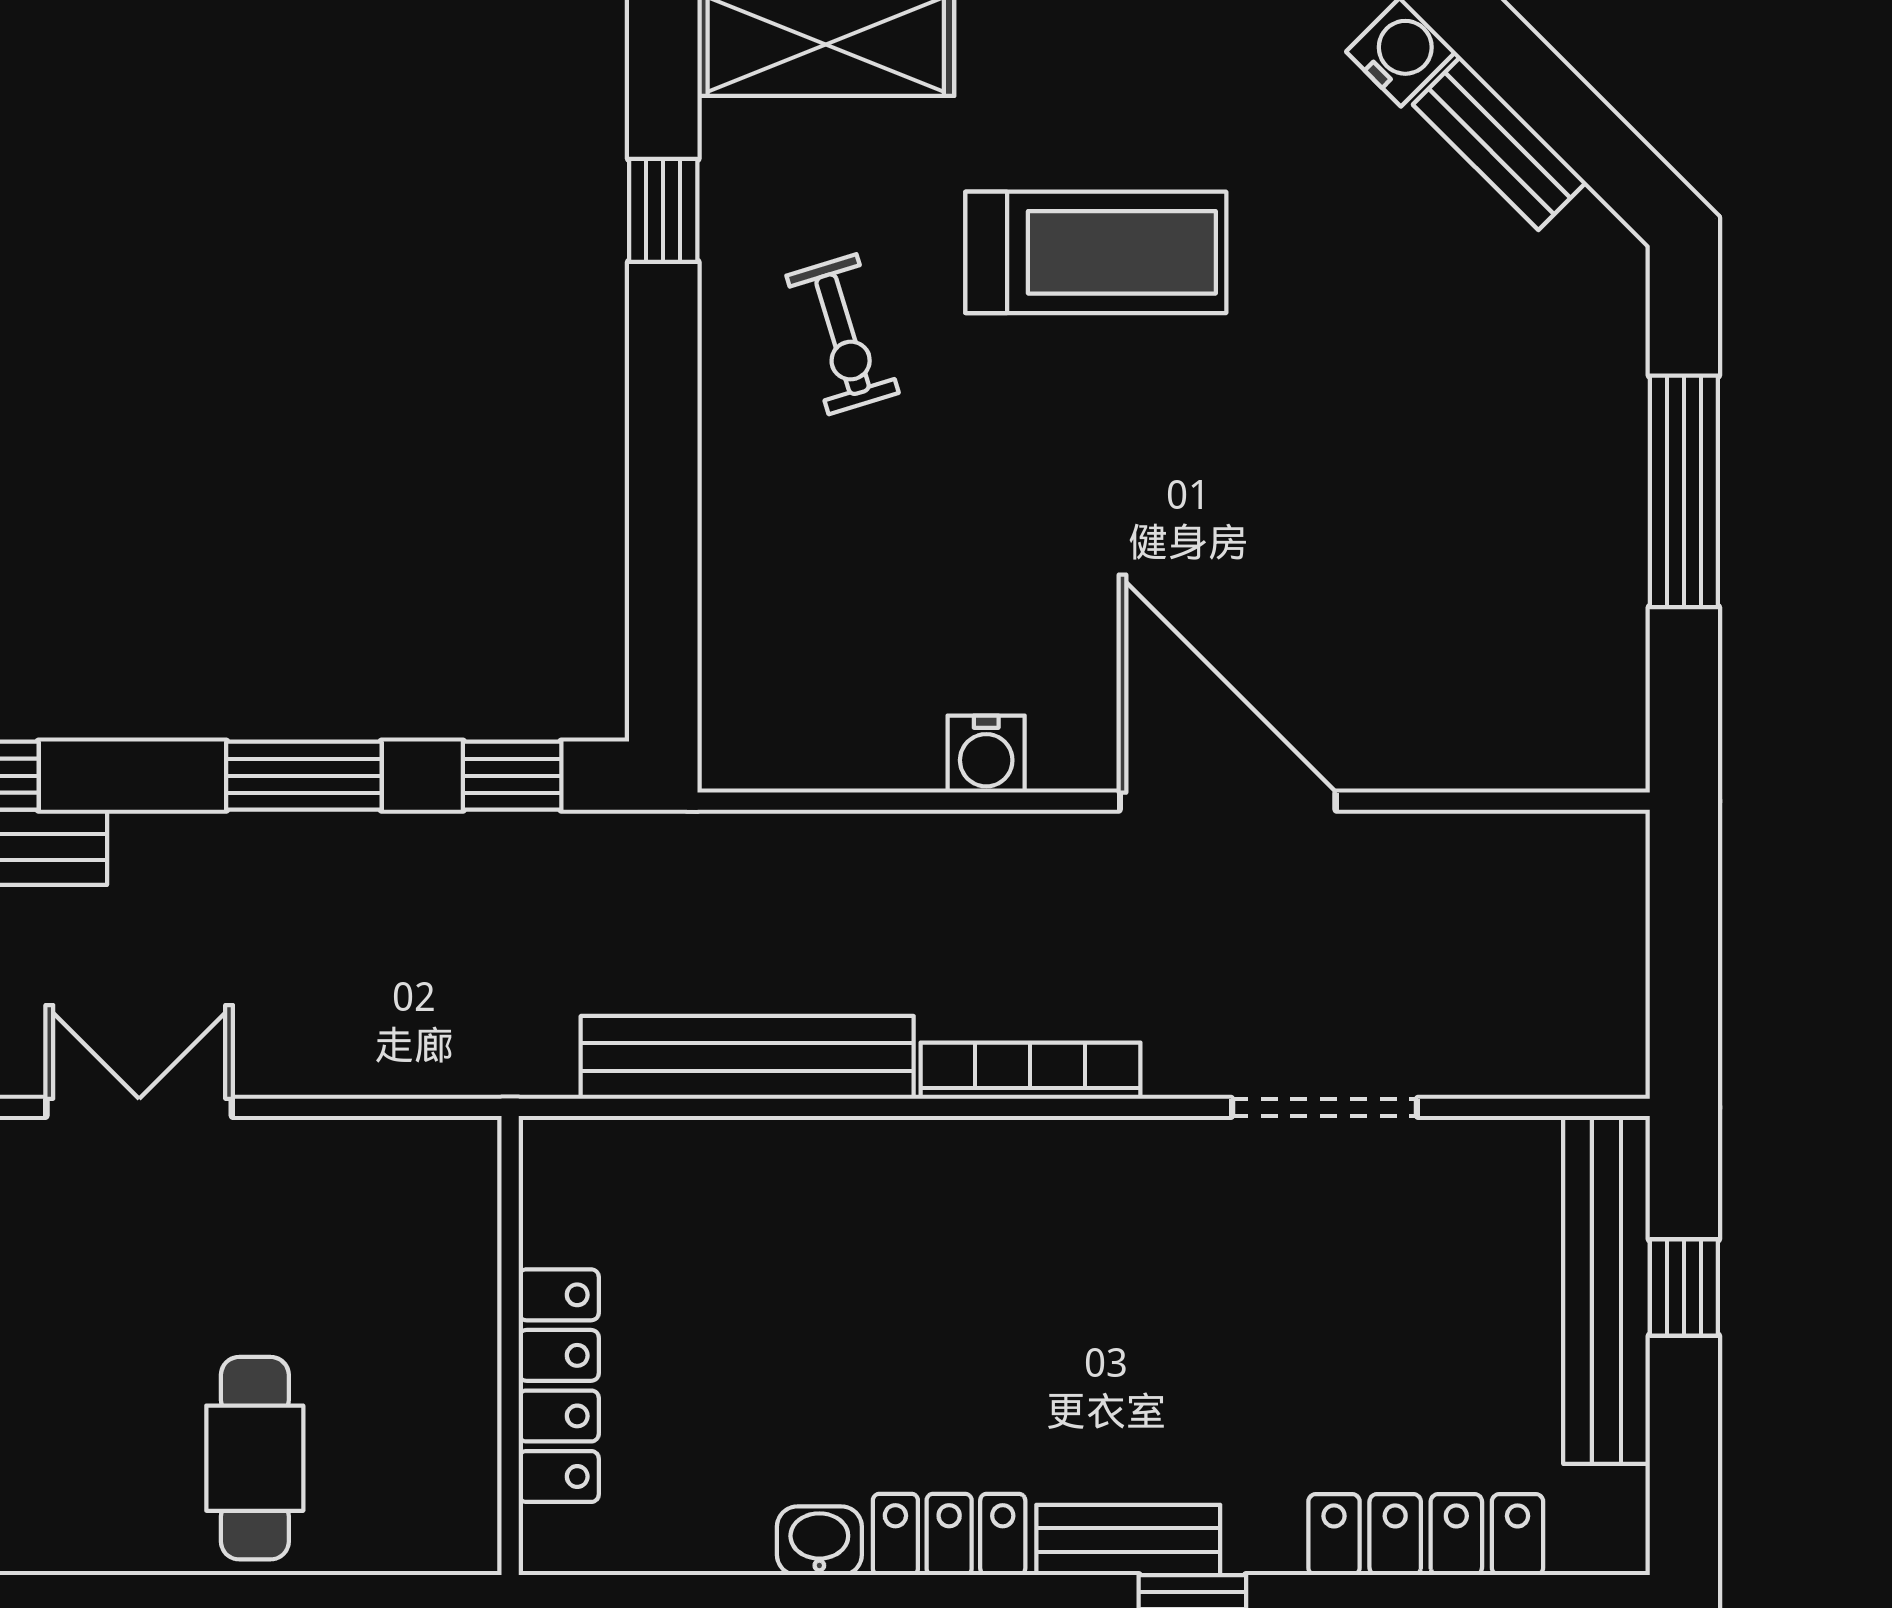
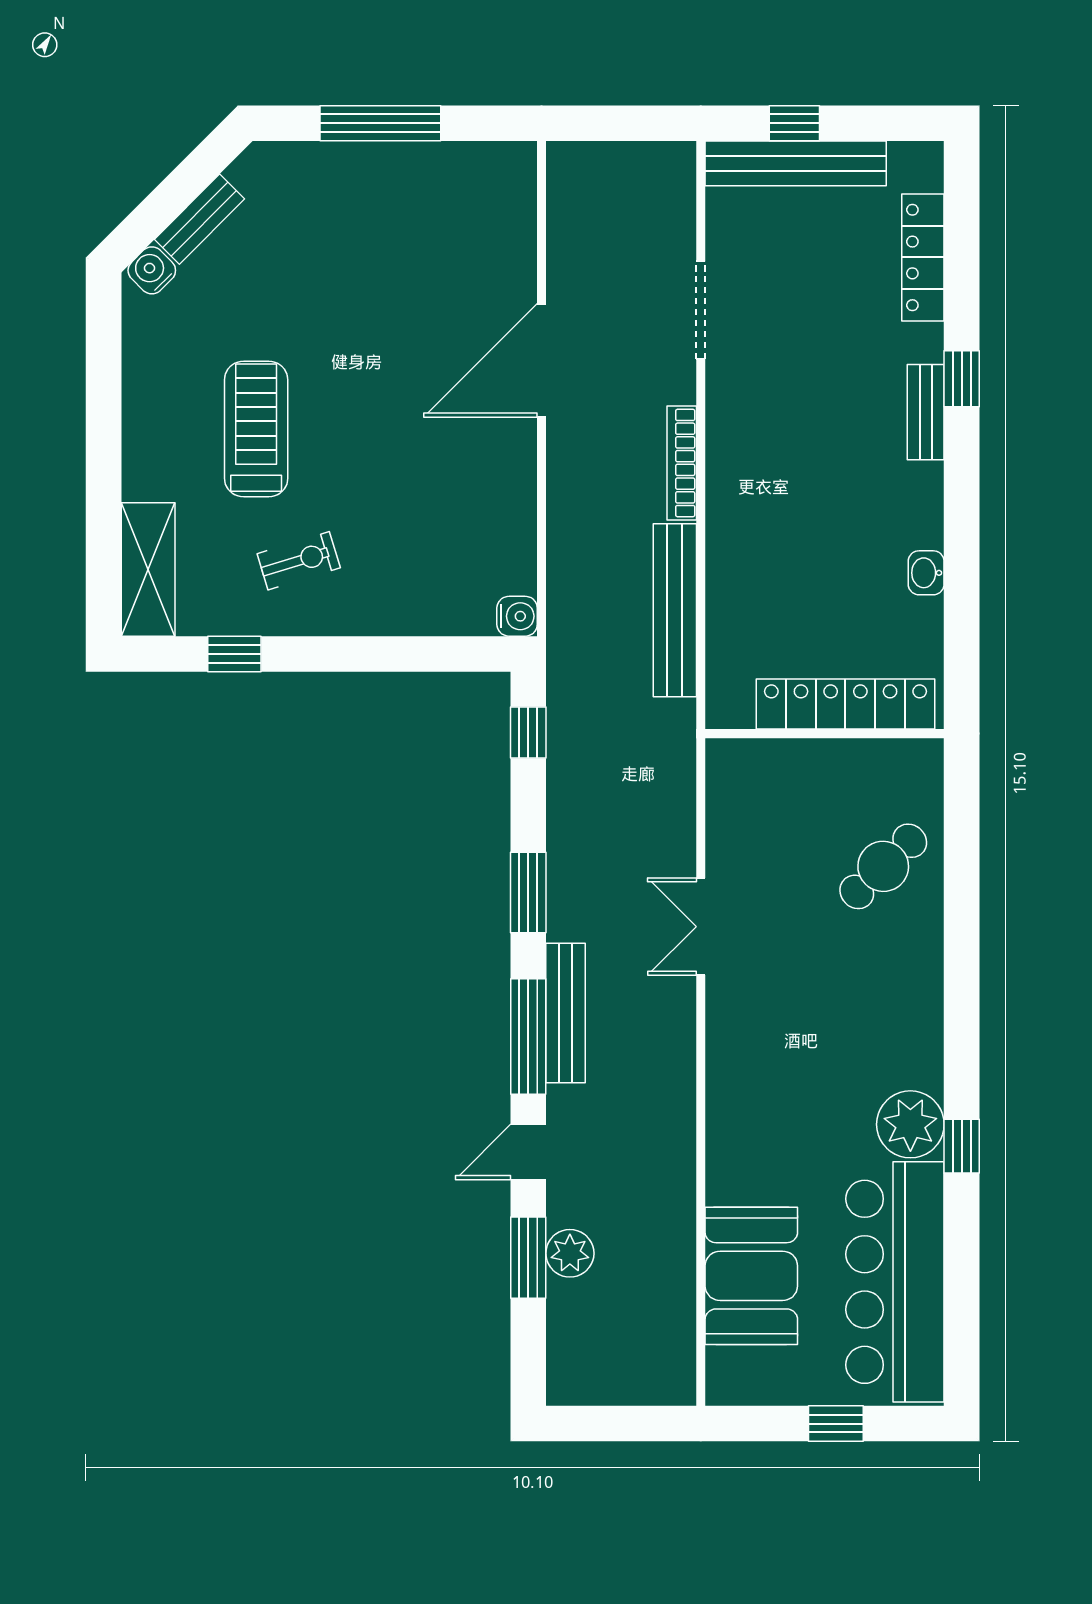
water cooler: (986, 754) -> (517, 616), moved
window: (304, 776) -> (528, 892), moved
locker: (559, 1386) -> (845, 704), width x1.41, depth x1.21
cafe table: (255, 1458) -> (883, 866), turned -44
locker: (949, 1534) -> (923, 505), removed

